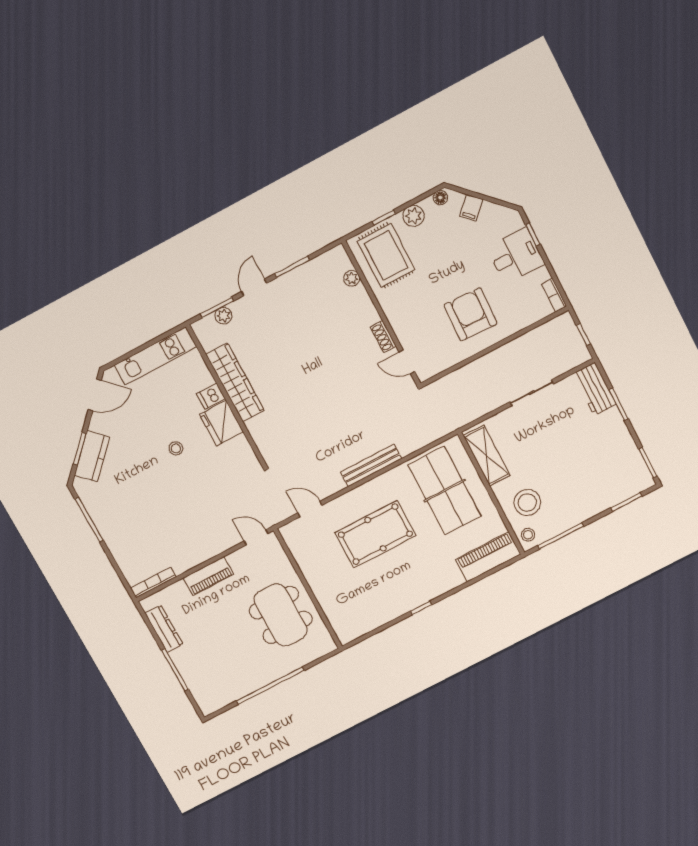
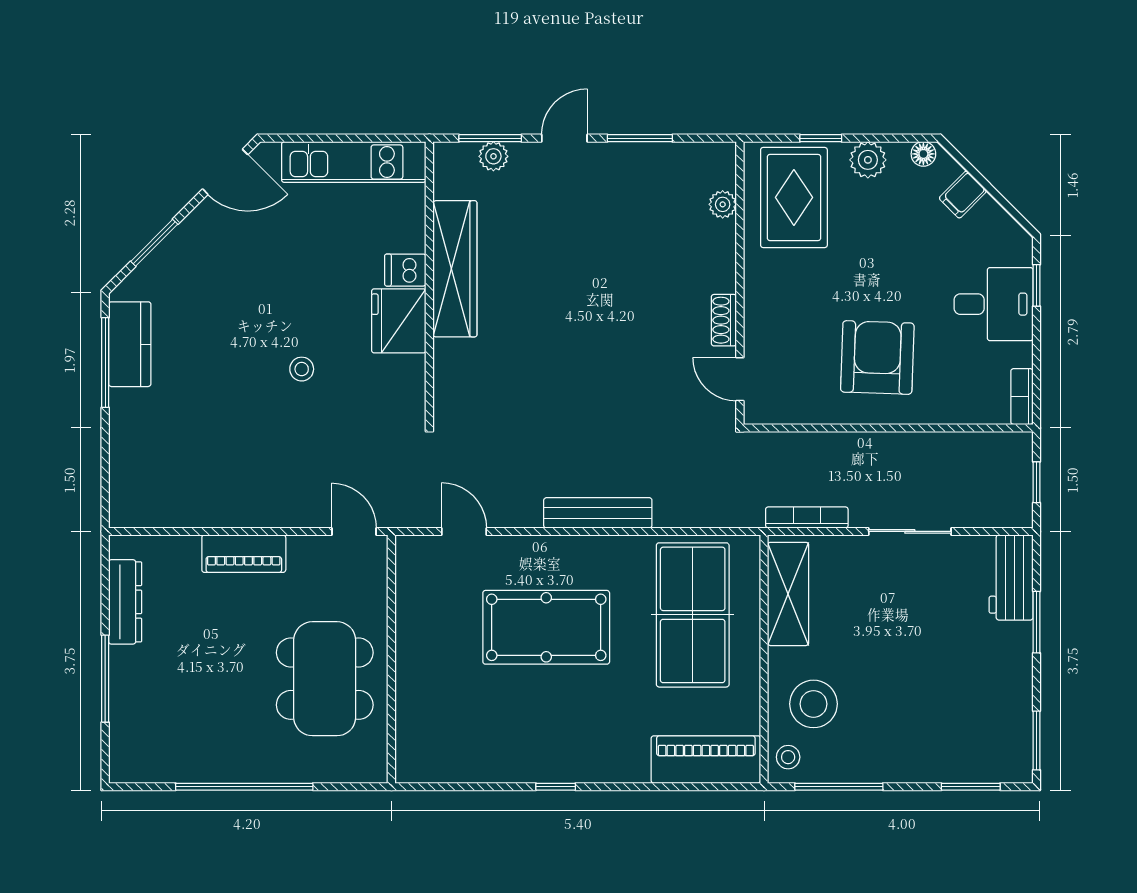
stool: (176, 448) -> (302, 369), moved
kitchen counter: (92, 456) -> (130, 344), moved, turned -45
bookcase: (153, 582) -> (807, 517), moved

